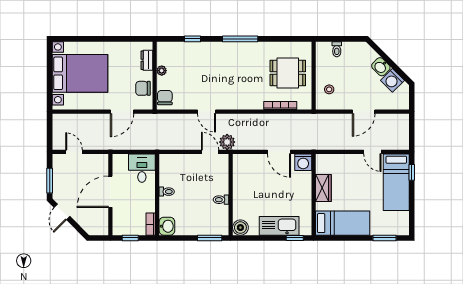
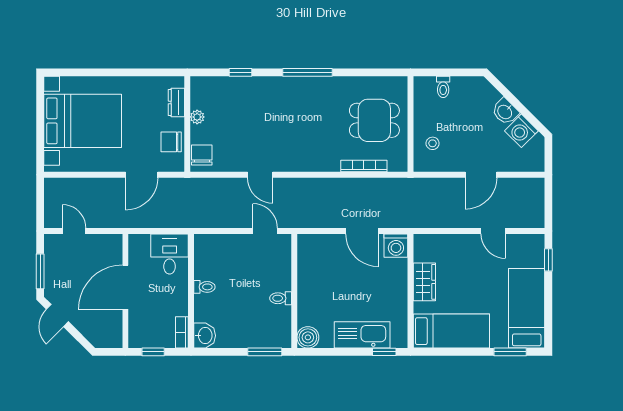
plant: (227, 142) -> (289, 217), removed
bed: (396, 182) -> (527, 308), moved, turned 180

